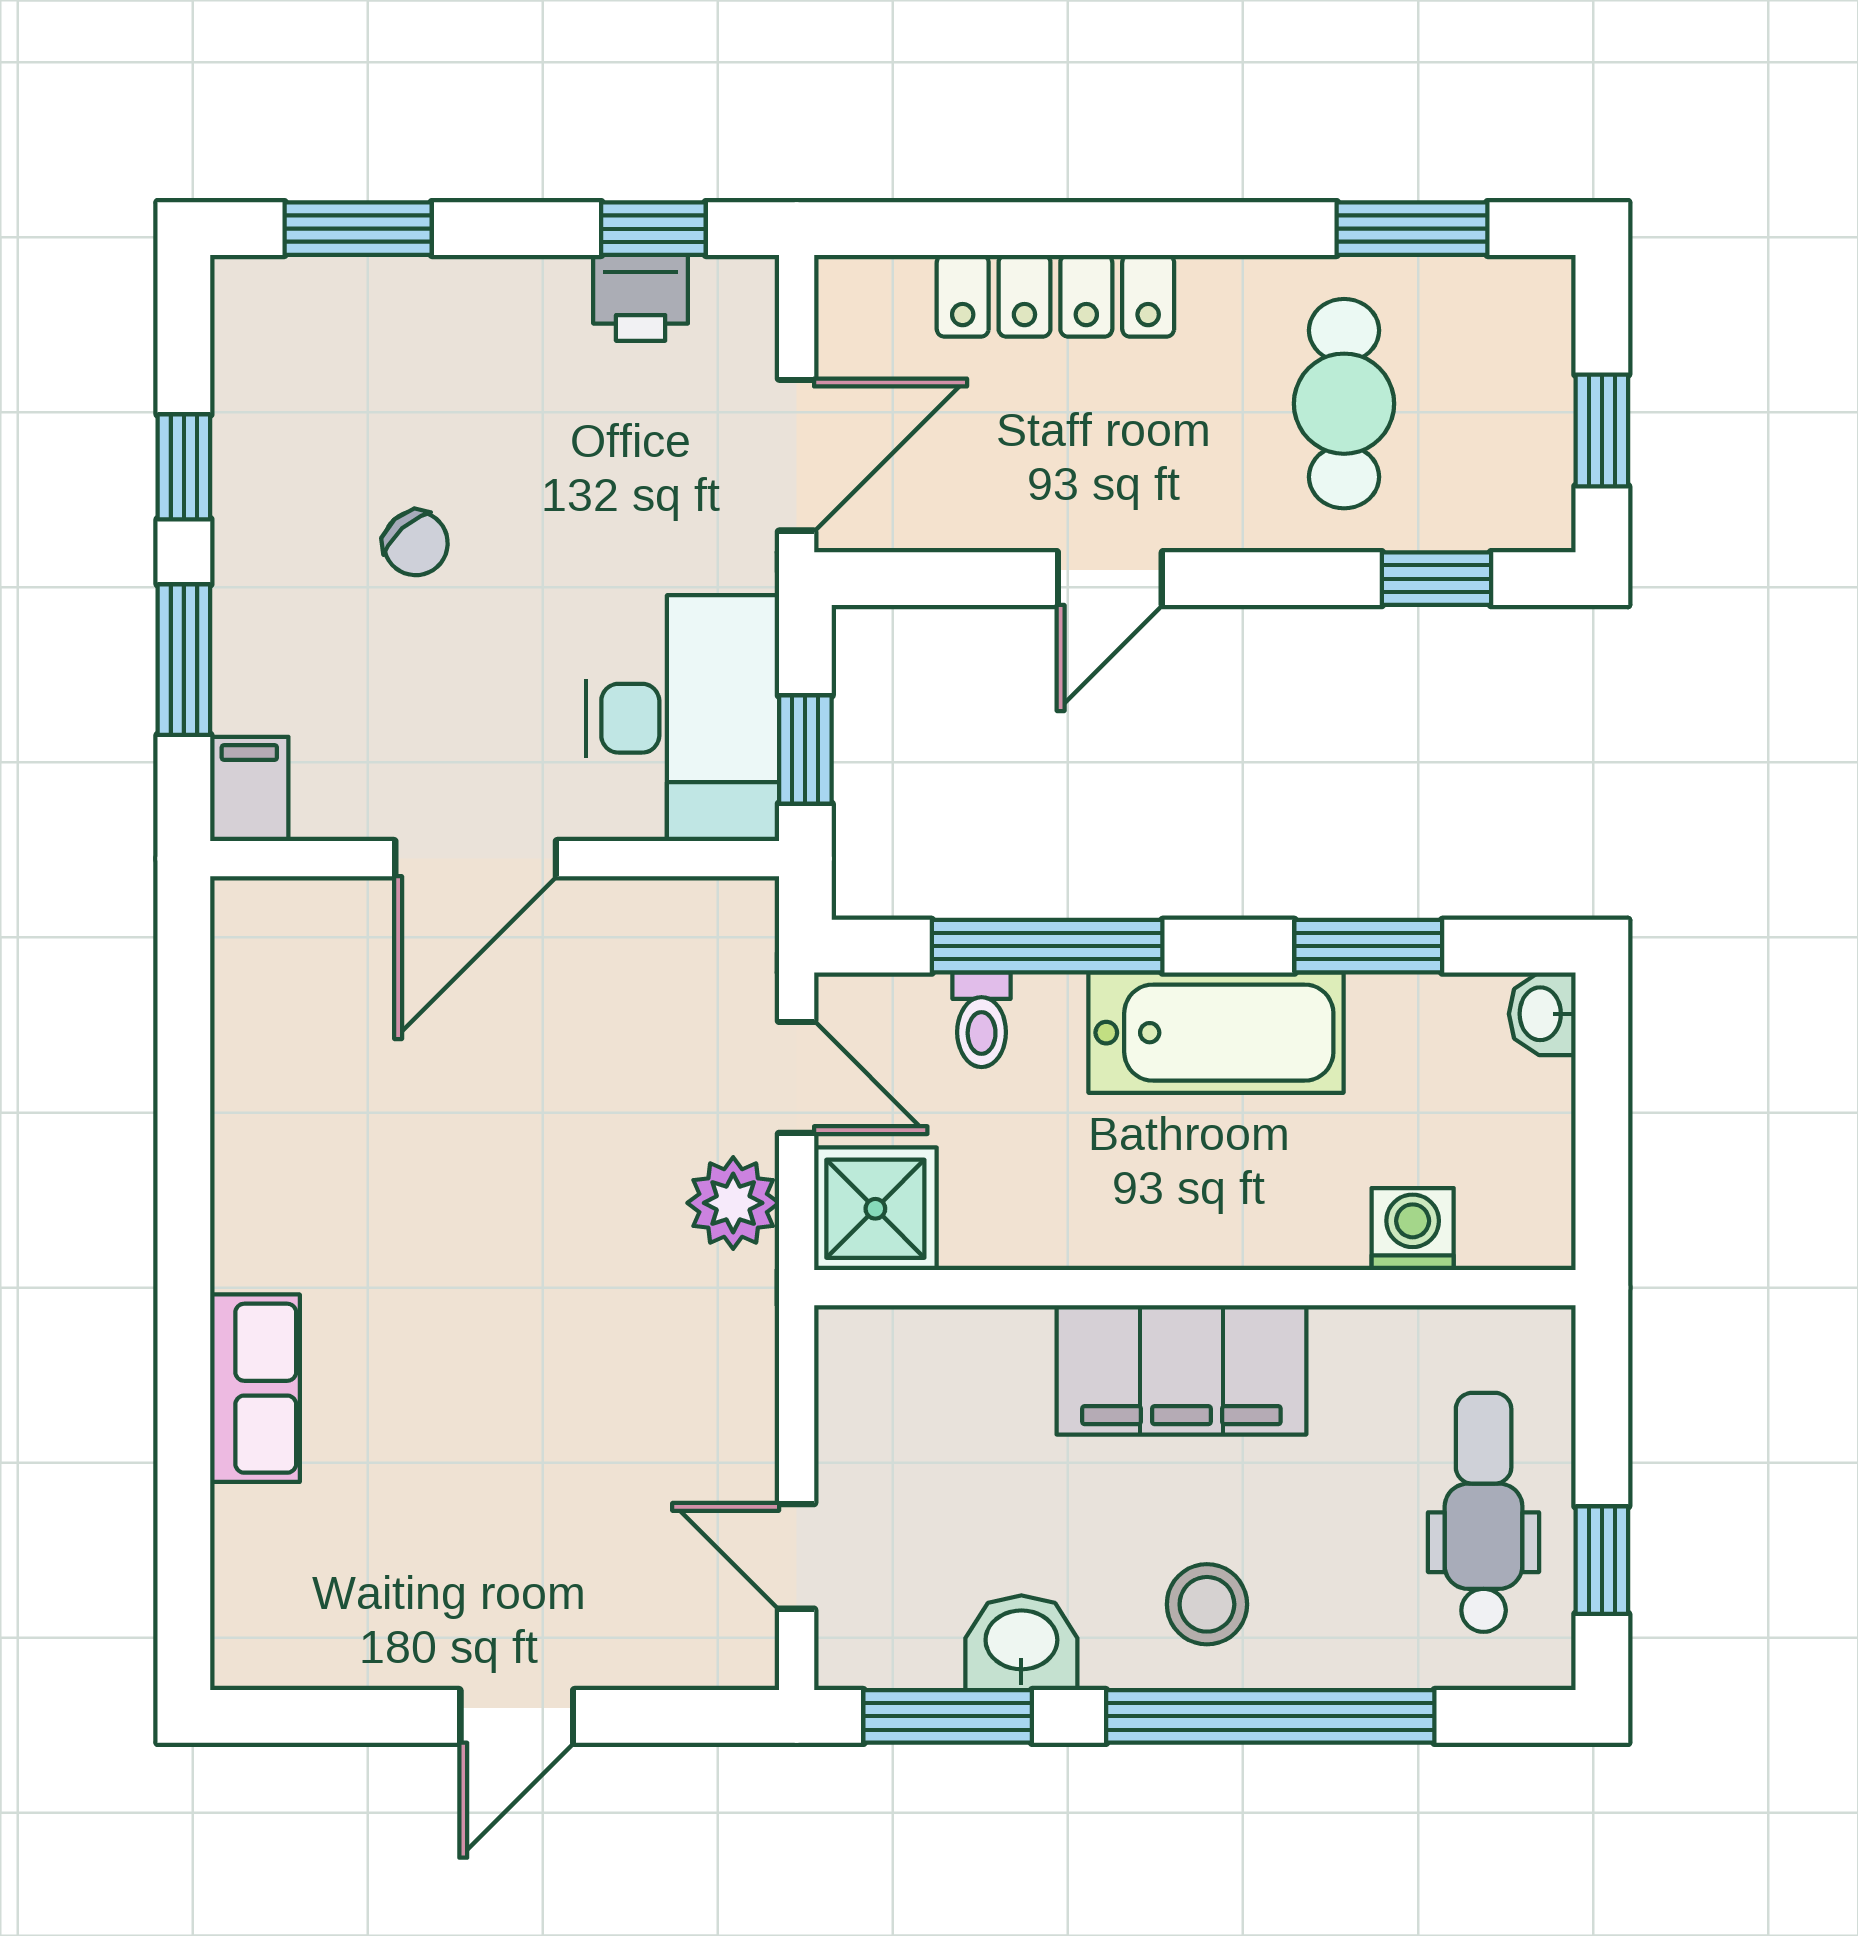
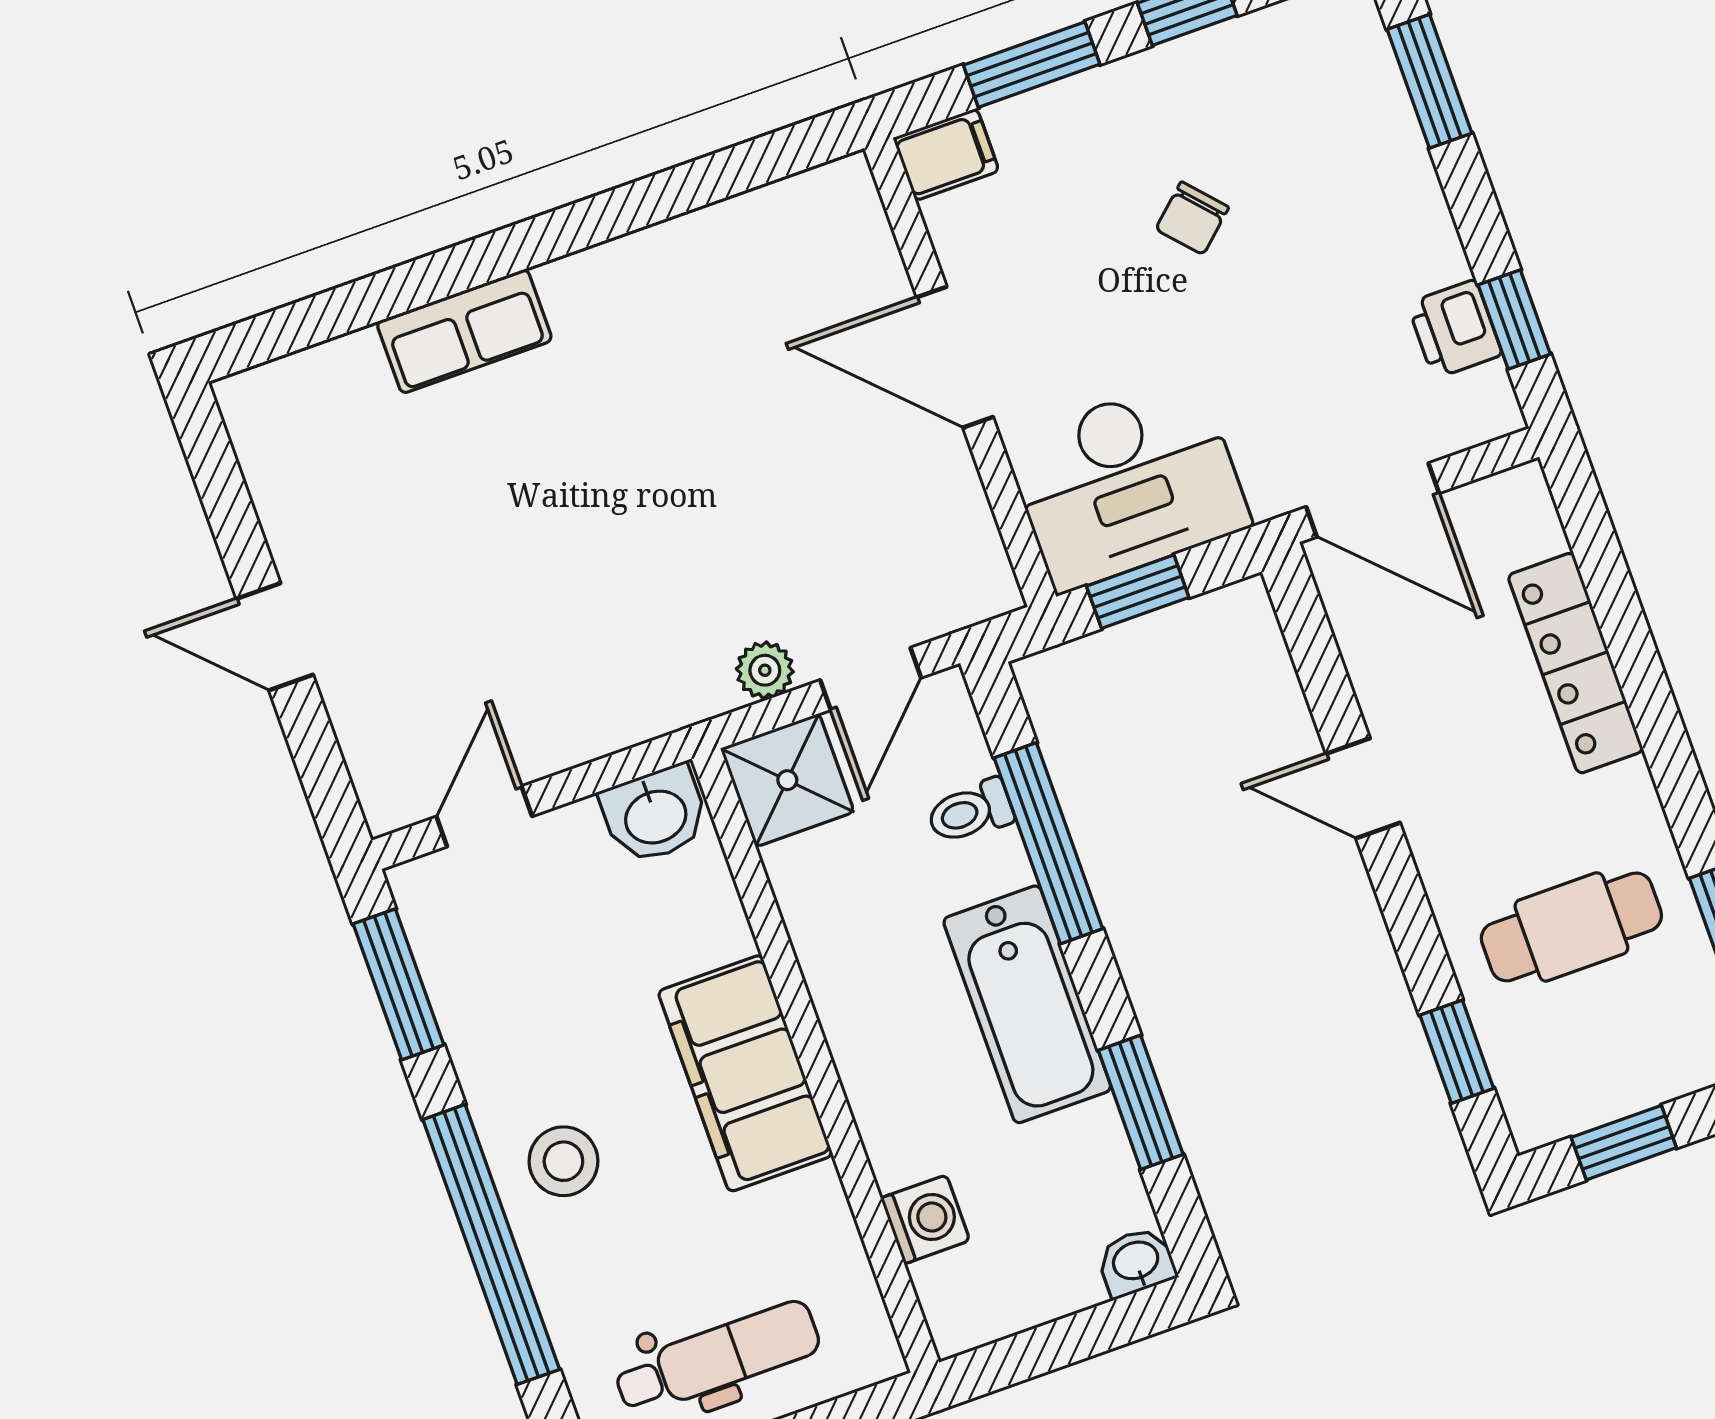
plant: (733, 1203) -> (765, 670), width x0.73, depth x0.73
washbasin: (1021, 1643) -> (655, 815), moved, turned 90

